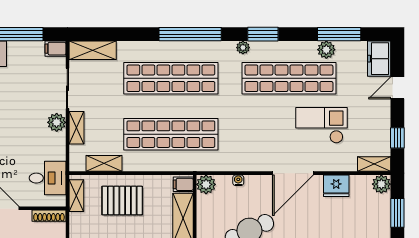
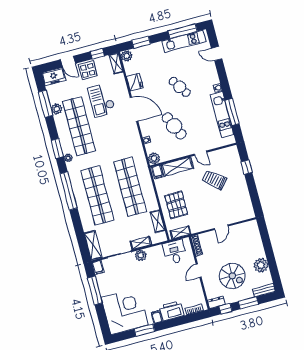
display table: (375, 116) -> (88, 70), added

